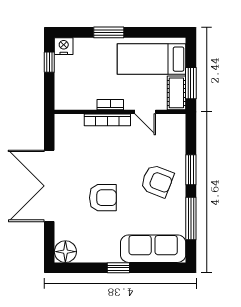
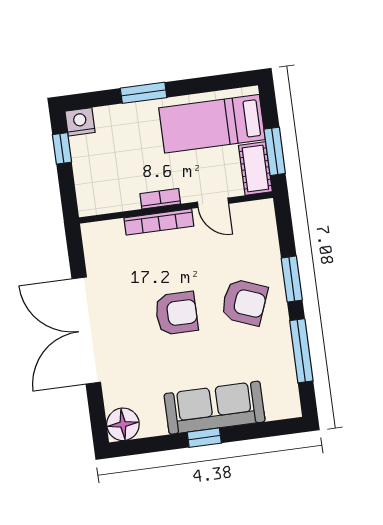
armchair: (103, 198) -> (176, 313), moved
sofa: (153, 249) -> (215, 408), moved

